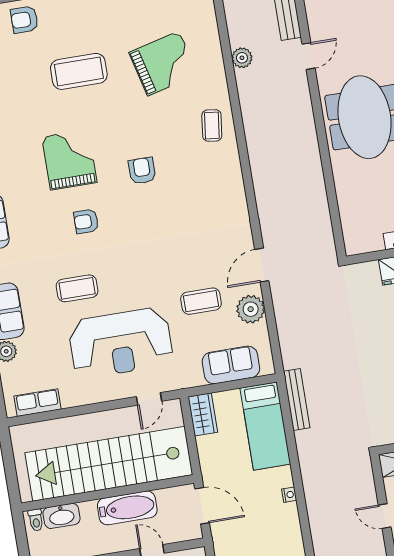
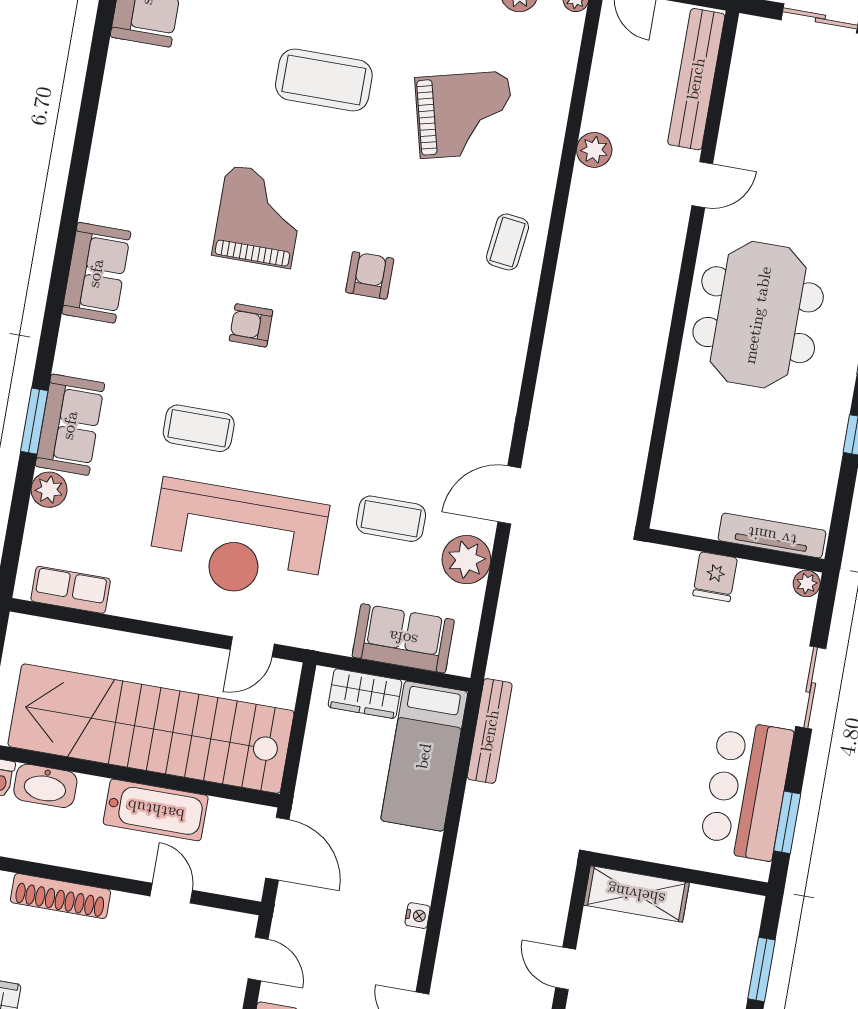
wardrobe: (203, 414) -> (365, 694), moved, turned 90
nightstand: (289, 495) -> (418, 916), moved

